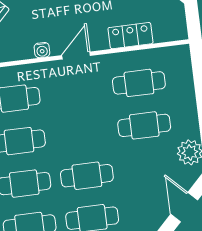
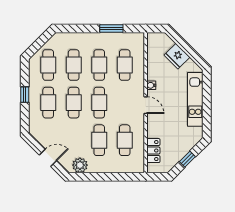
locker: (130, 36) -> (153, 151), moved
cafe table: (82, 133) -> (99, 103), added

